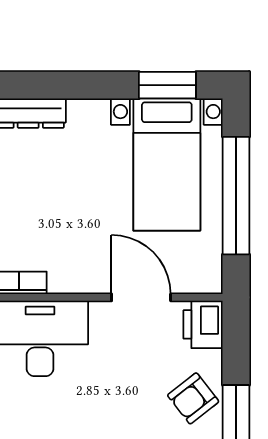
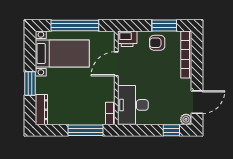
window: (167, 85) -> (30, 83), moved
armchair: (193, 398) -> (157, 43), turned 128

